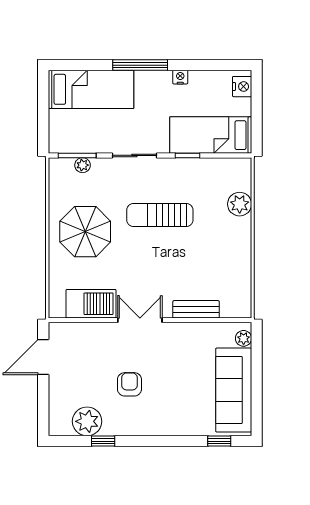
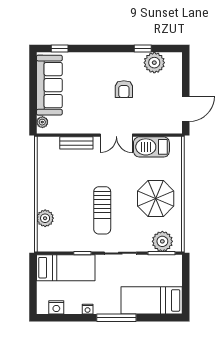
nightstand: (242, 87) -> (56, 307), moved, turned -90
plant: (83, 165) -> (162, 241), width x1.88, depth x1.88
sun lounger: (160, 215) -> (102, 210), turned 90

